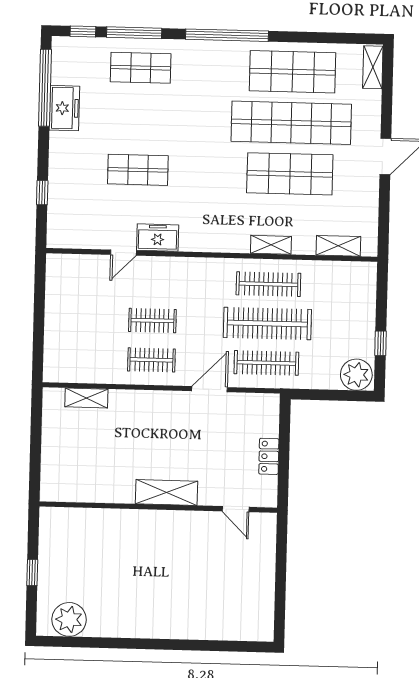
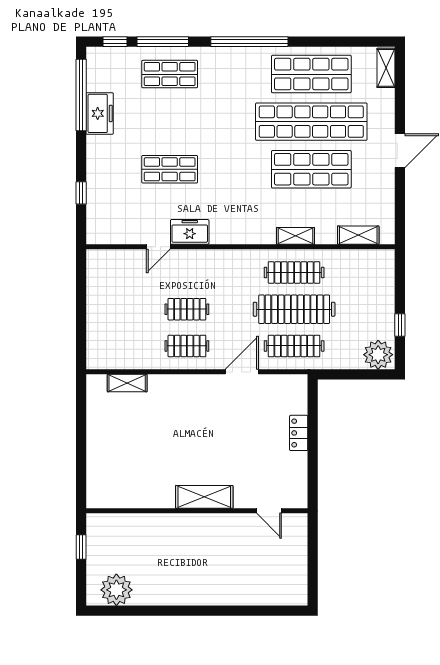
shelving: (167, 492) -> (204, 497), moved
wall: (158, 507) -> (197, 511), moved
door: (236, 509) -> (269, 511), moved

